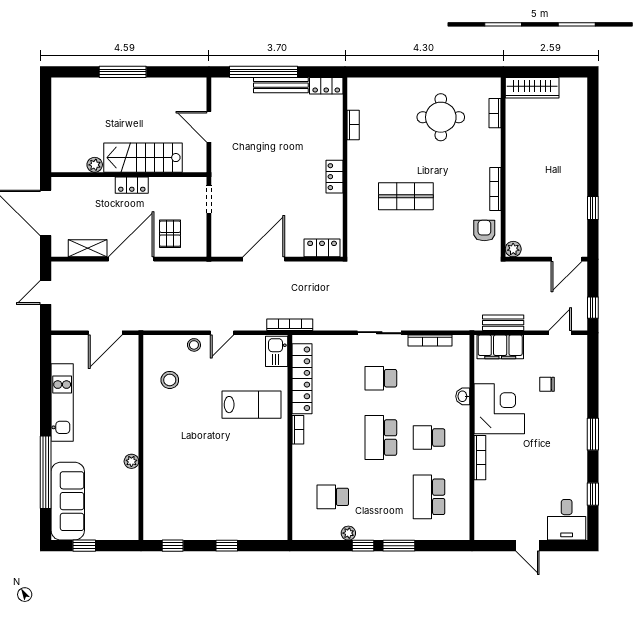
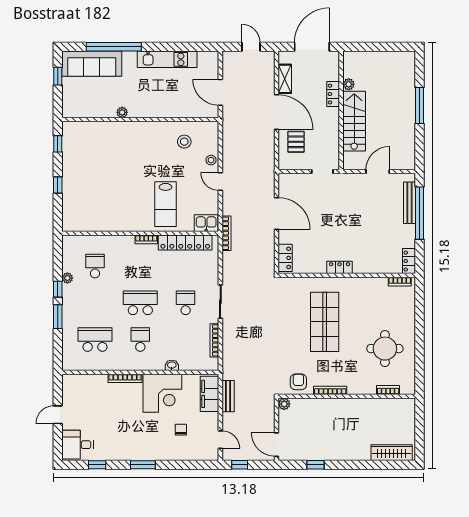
bench: (281, 85) -> (409, 203), moved
wardrobe: (532, 88) -> (392, 453), moved, turned 90
bookcase: (353, 125) -> (400, 282), moved
locker: (132, 185) -> (333, 94), moved
shop shelf: (406, 196) -> (325, 322), width x1.43, depth x1.36
armchair: (484, 231) -> (298, 382), turned -90
pallet: (170, 234) -> (296, 142), turned 90

